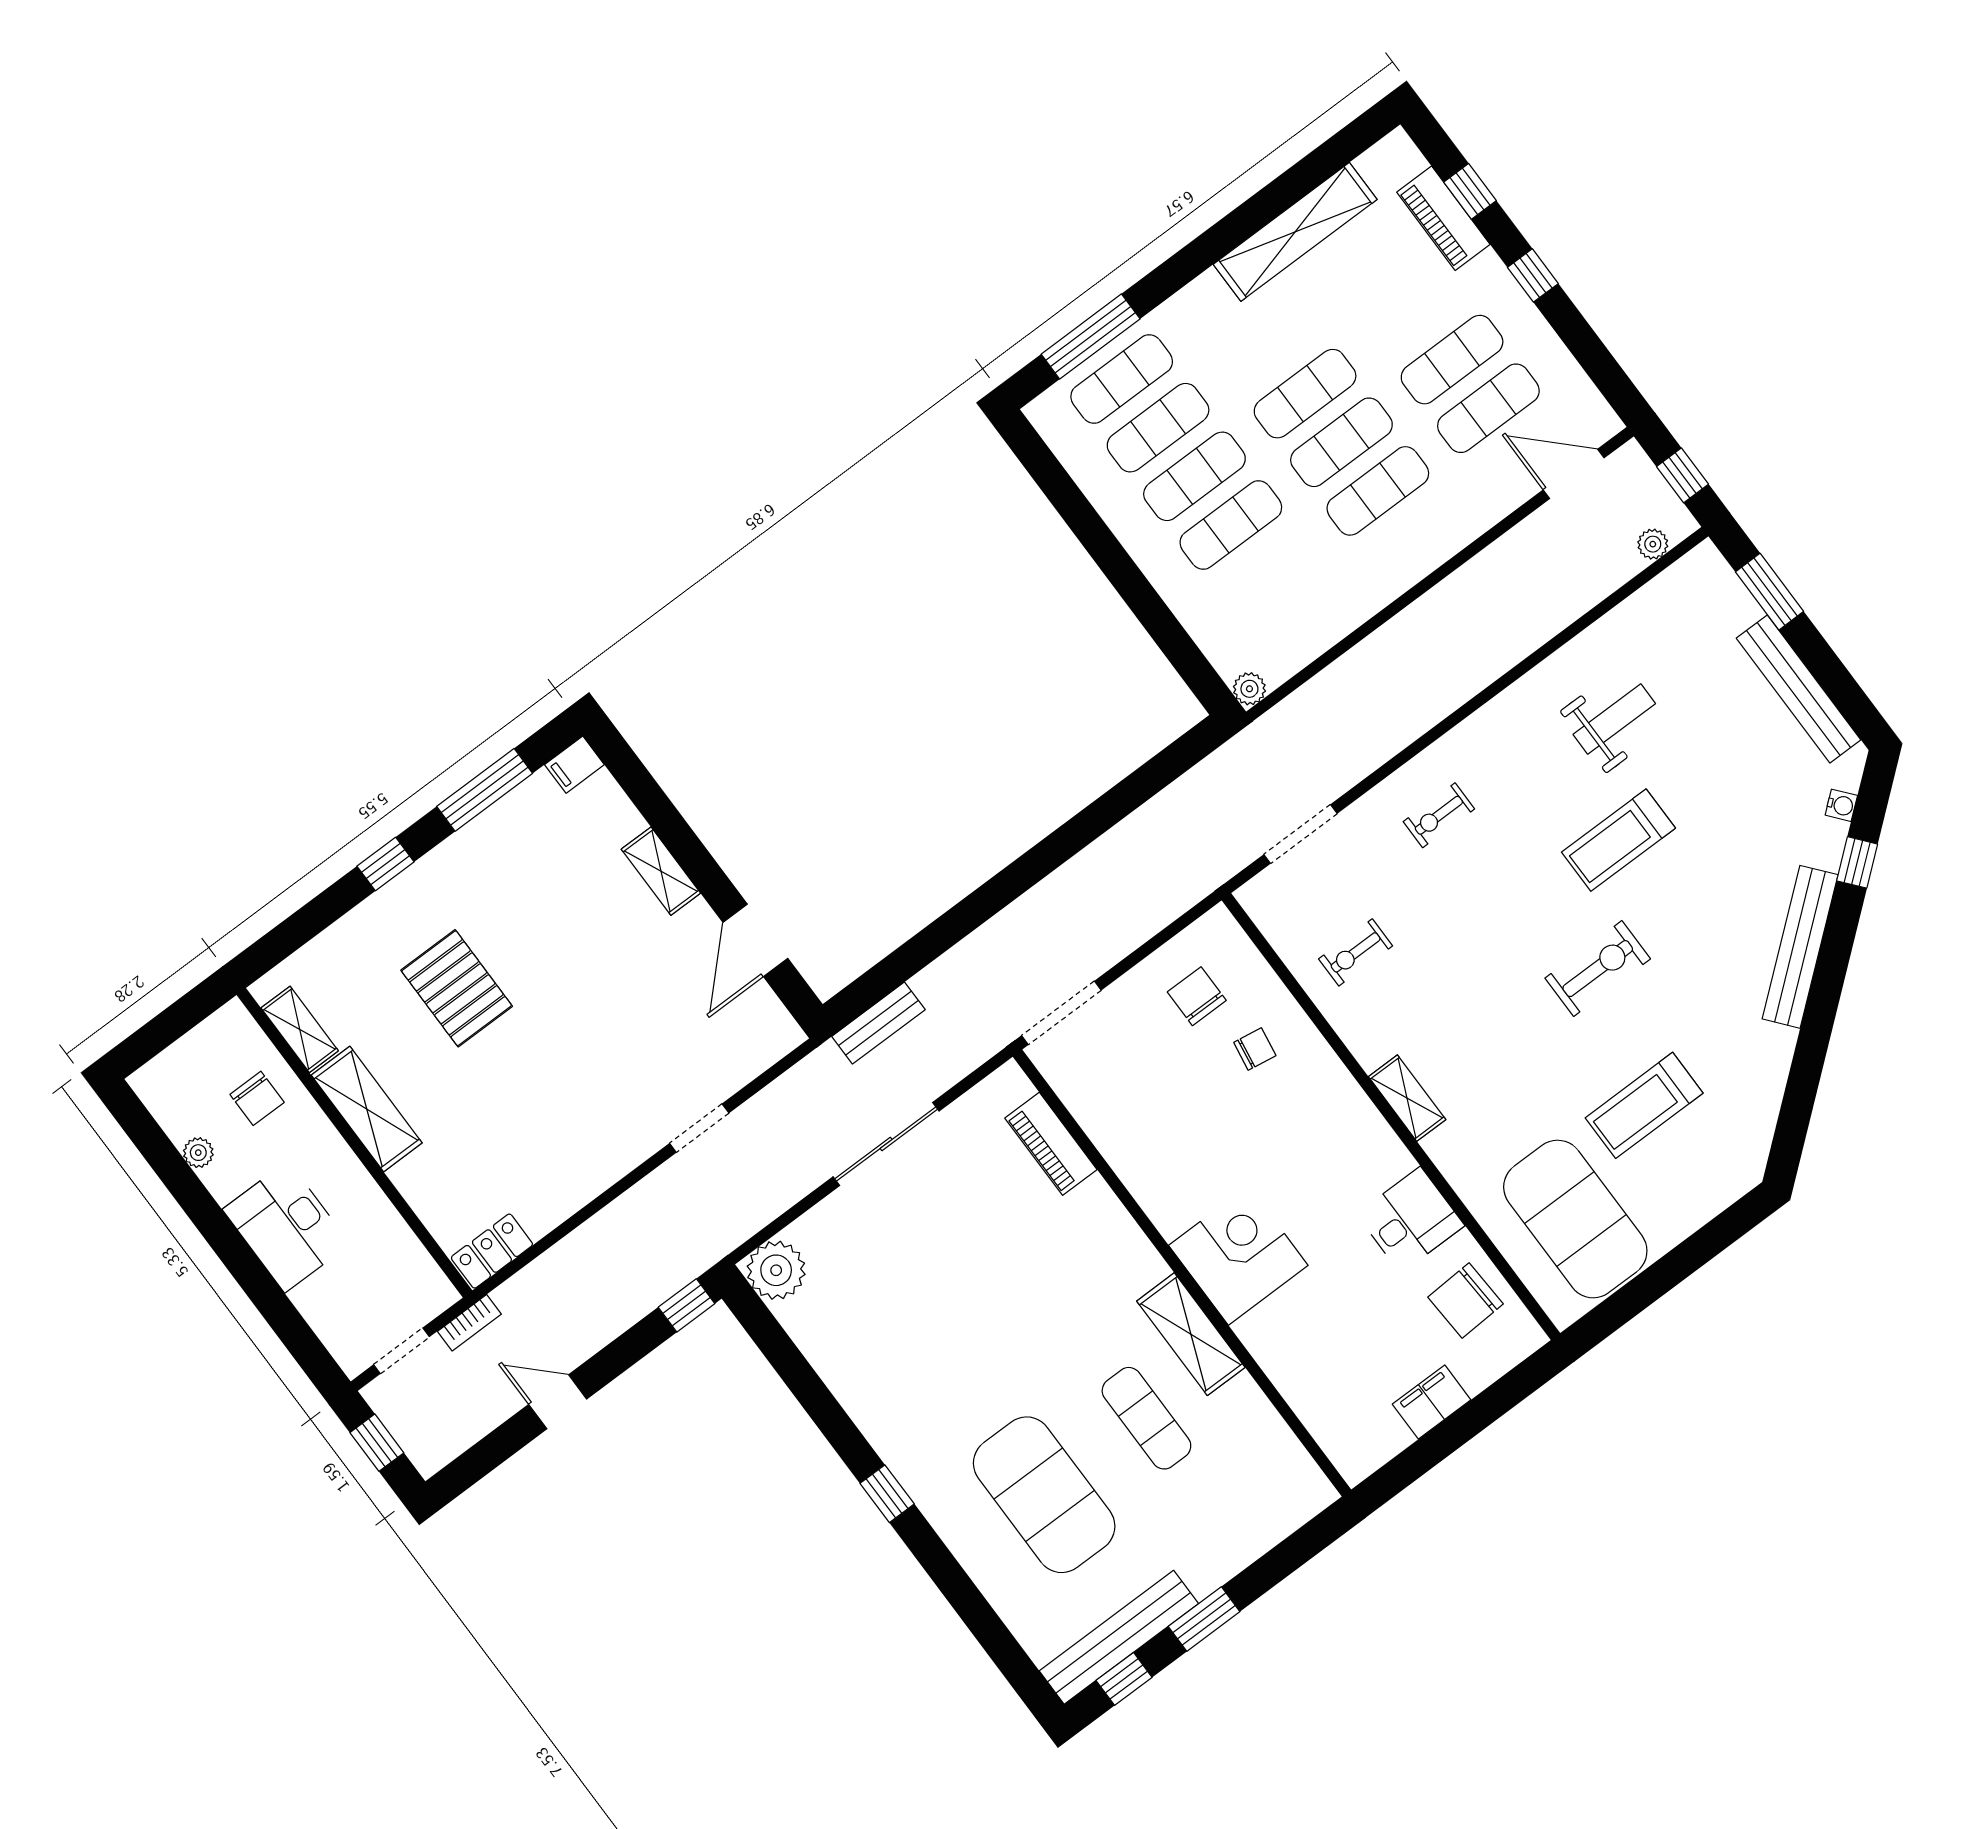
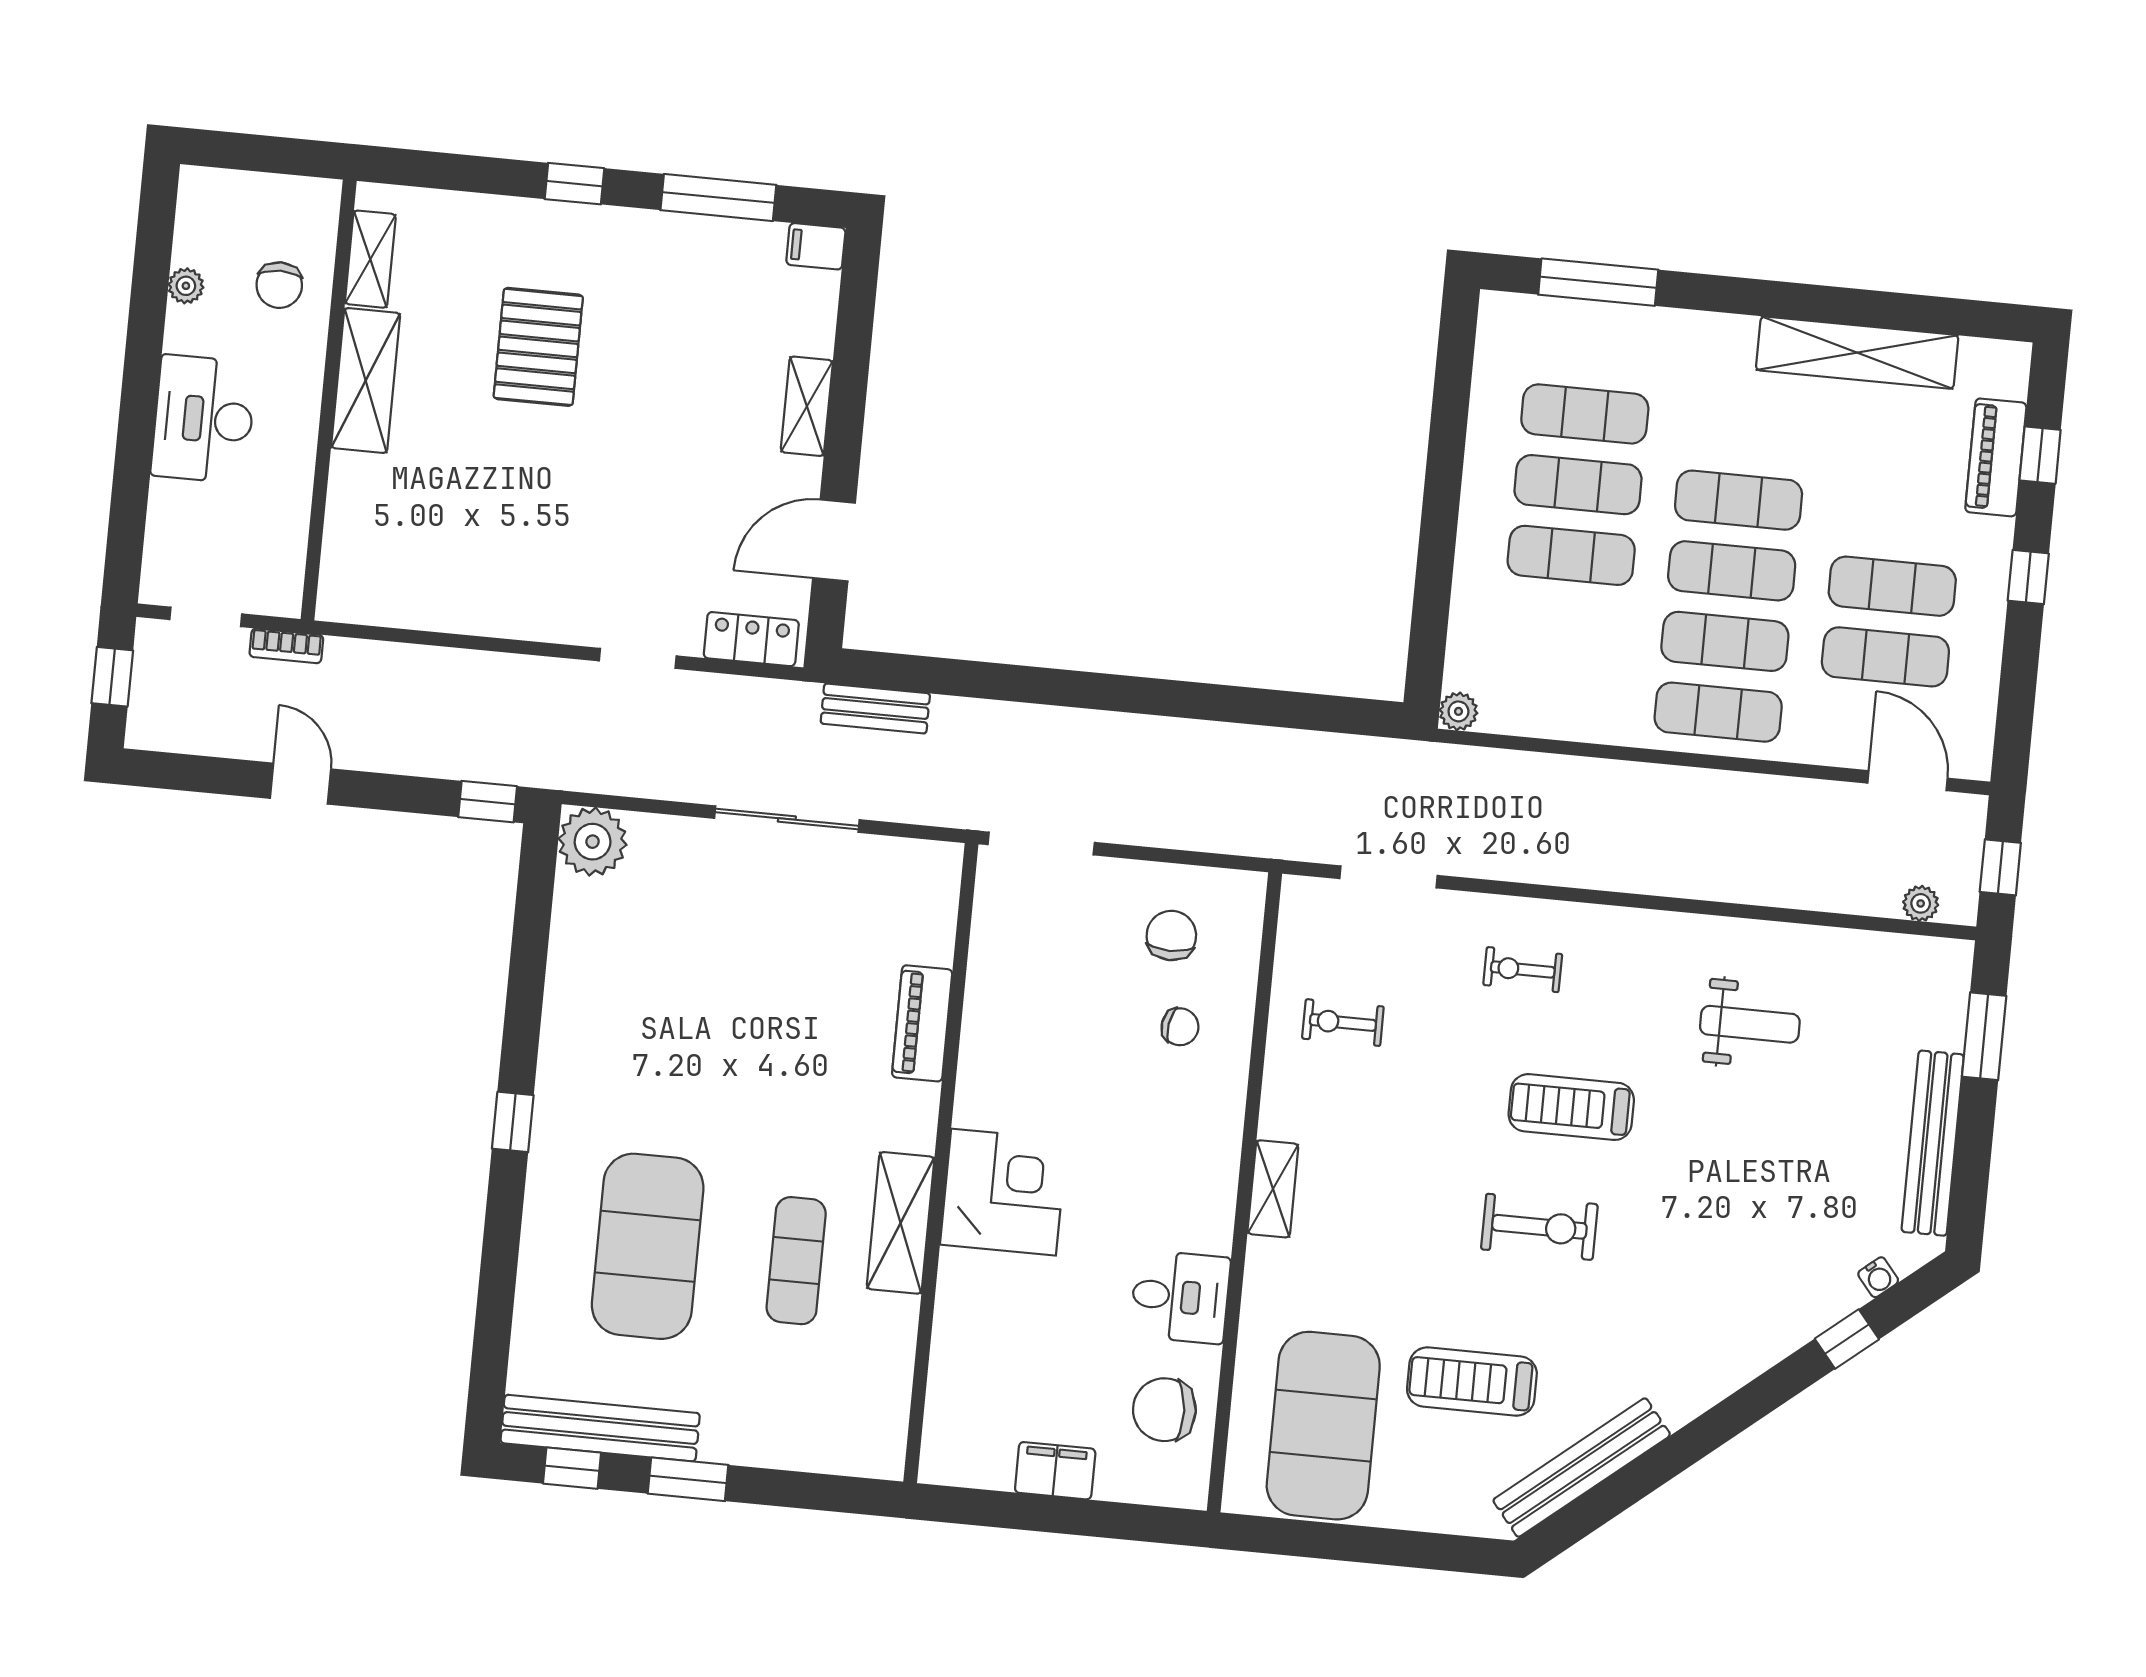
exercise mat: (1122, 379) -> (1718, 712), moved
treadmill: (1618, 840) -> (1571, 1107), moved
bench: (1800, 947) -> (1582, 1468), moved
piano: (1051, 1144) -> (922, 1023), moved
locker: (492, 1251) -> (751, 639), moved

